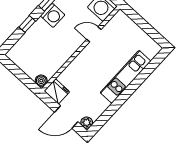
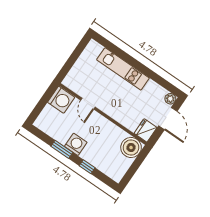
boiler: (41, 81) -> (131, 147), width x1.86, depth x1.86

